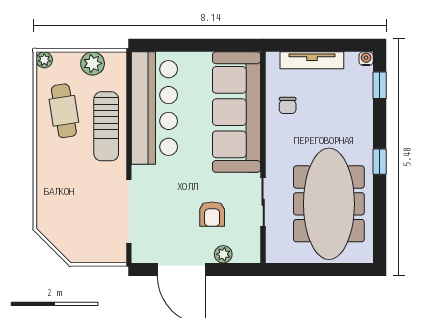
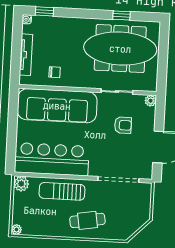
plant: (93, 63) -> (21, 184), moved
cafe table: (64, 111) -> (87, 220), moved
sun lounger: (106, 126) -> (62, 191), turned 180
window: (380, 162) -> (122, 15), moved
plant: (223, 254) -> (151, 101), moved

